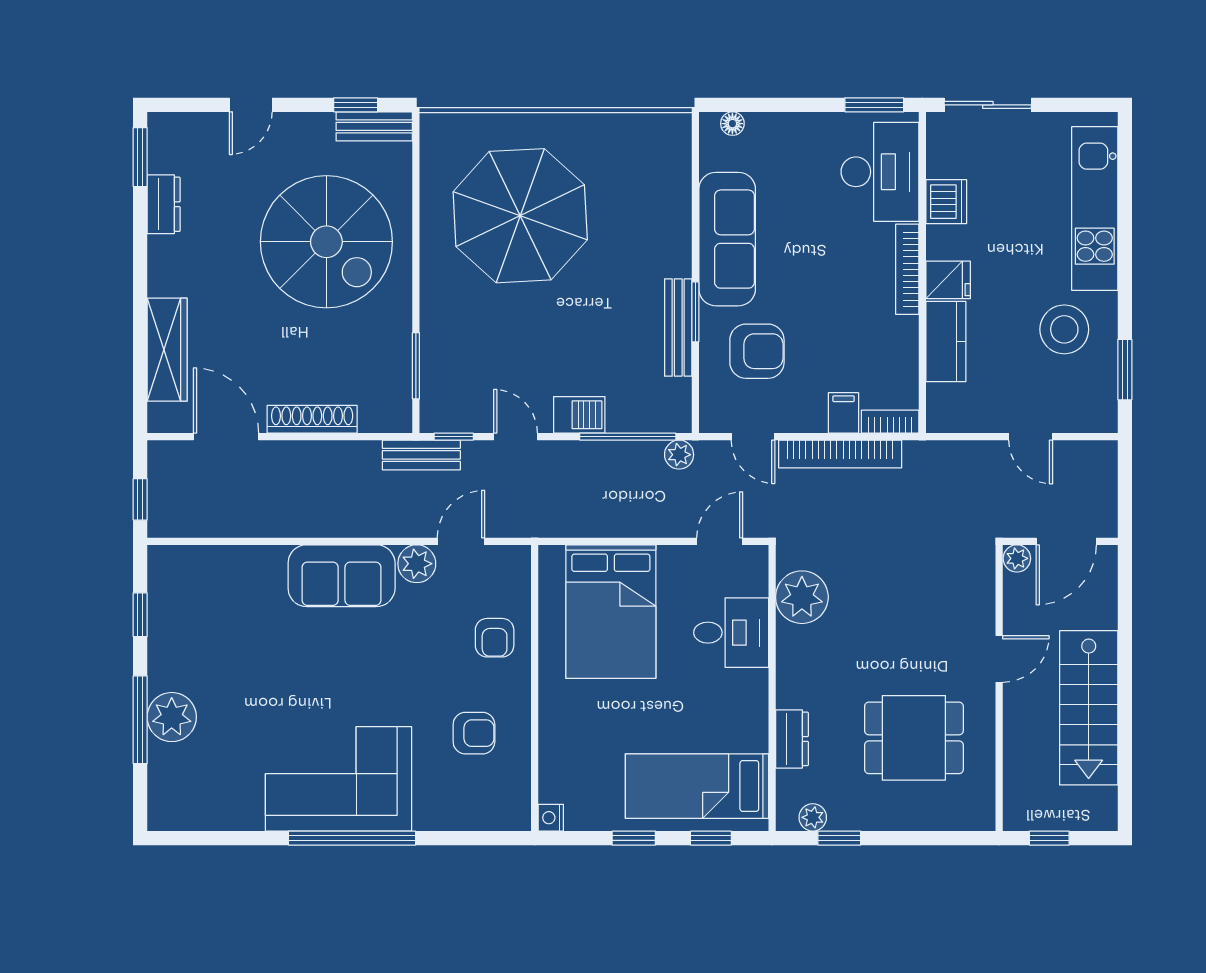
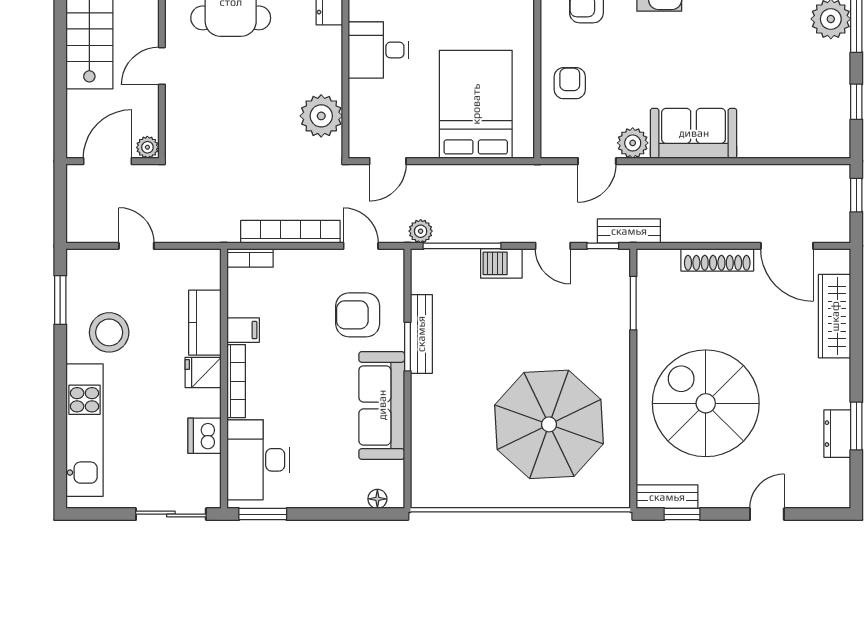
window: (140, 157) -> (856, 426), moved
filing cabinet: (843, 413) -> (243, 330), moved, turned -90
desk: (731, 633) -> (379, 50), moved

